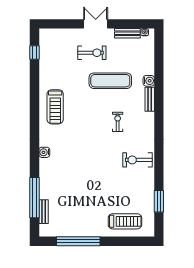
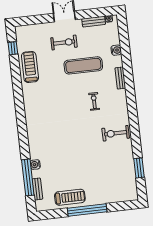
water cooler: (149, 81) -> (116, 50), moved
treadmill: (55, 107) -> (30, 67), moved, turned 180
water cooler: (44, 152) -> (35, 165), moved
treadmill: (125, 221) -> (70, 197), moved
window: (78, 241) -> (87, 210), moved

